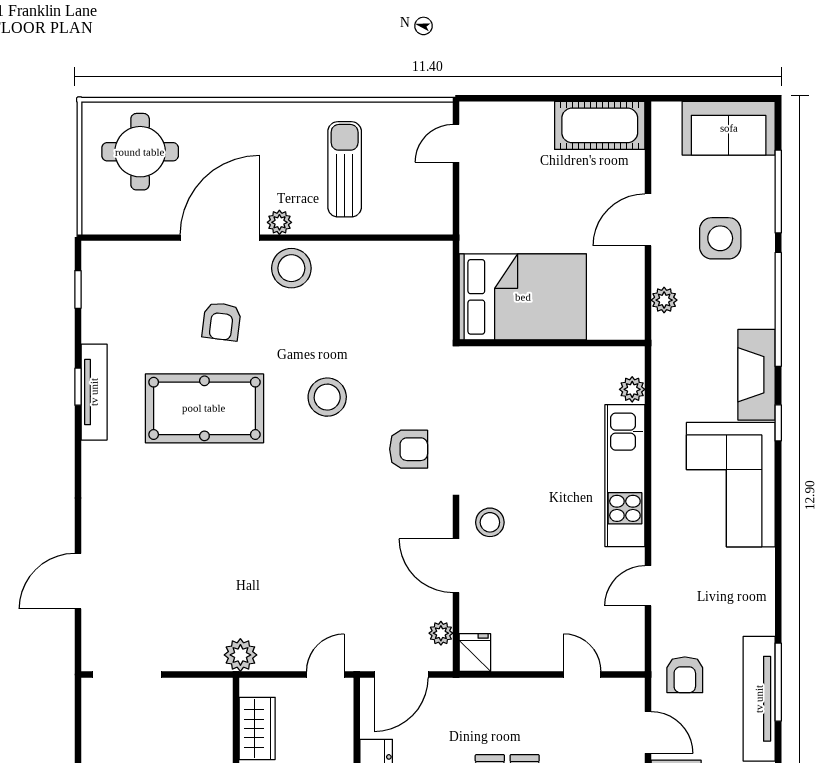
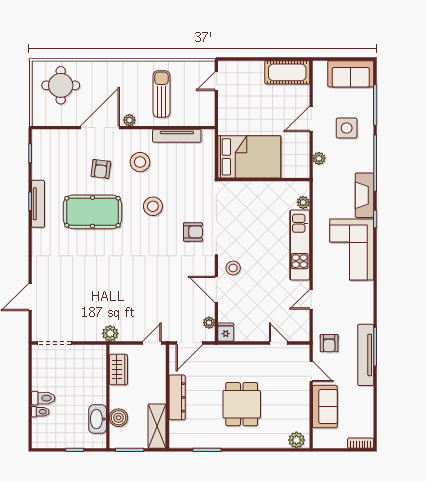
tv unit: (376, 254) -> (177, 136), added
stool: (291, 268) -> (140, 162), moved

